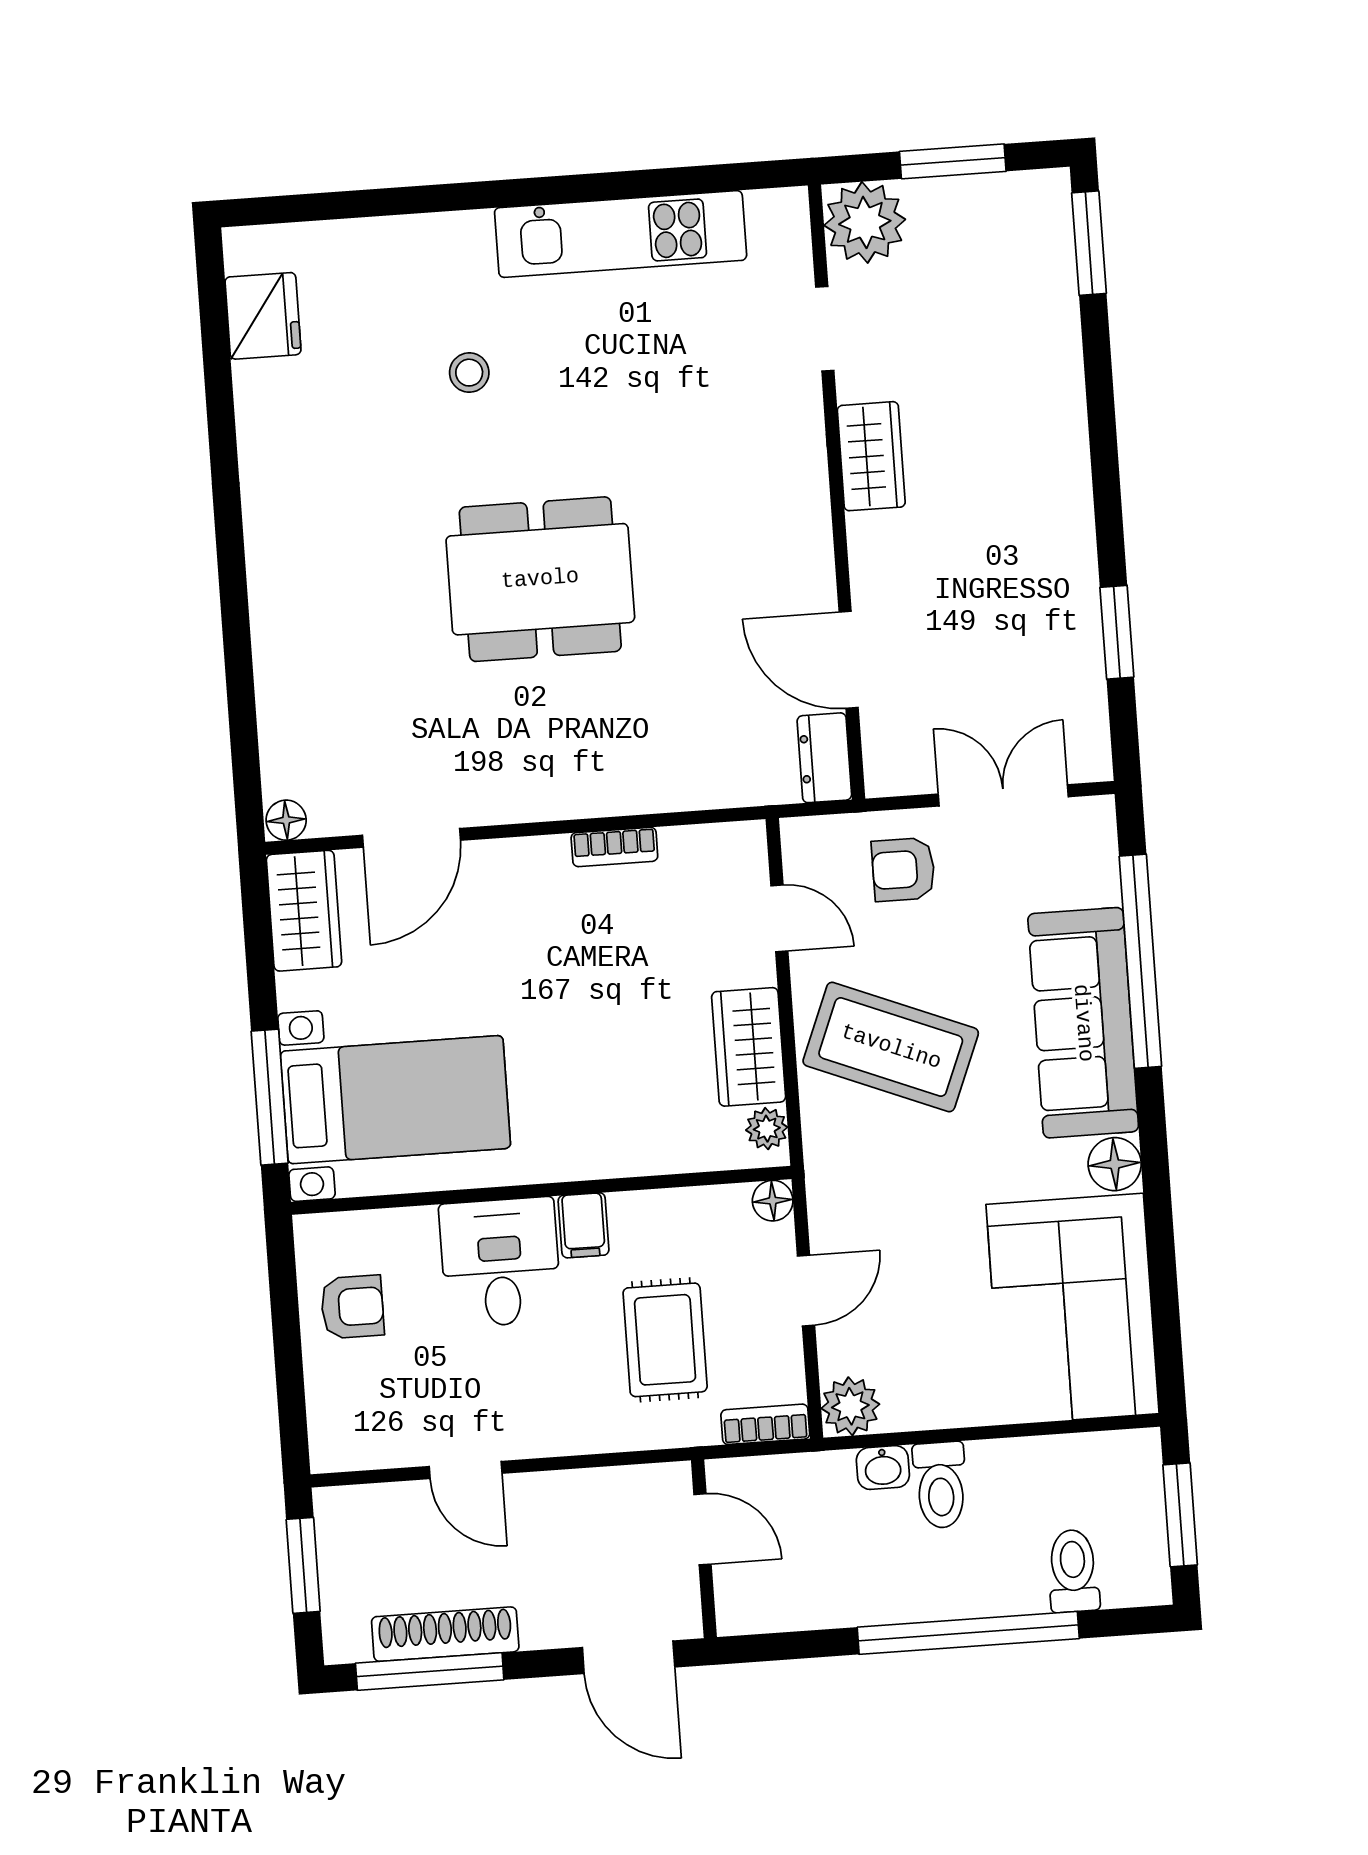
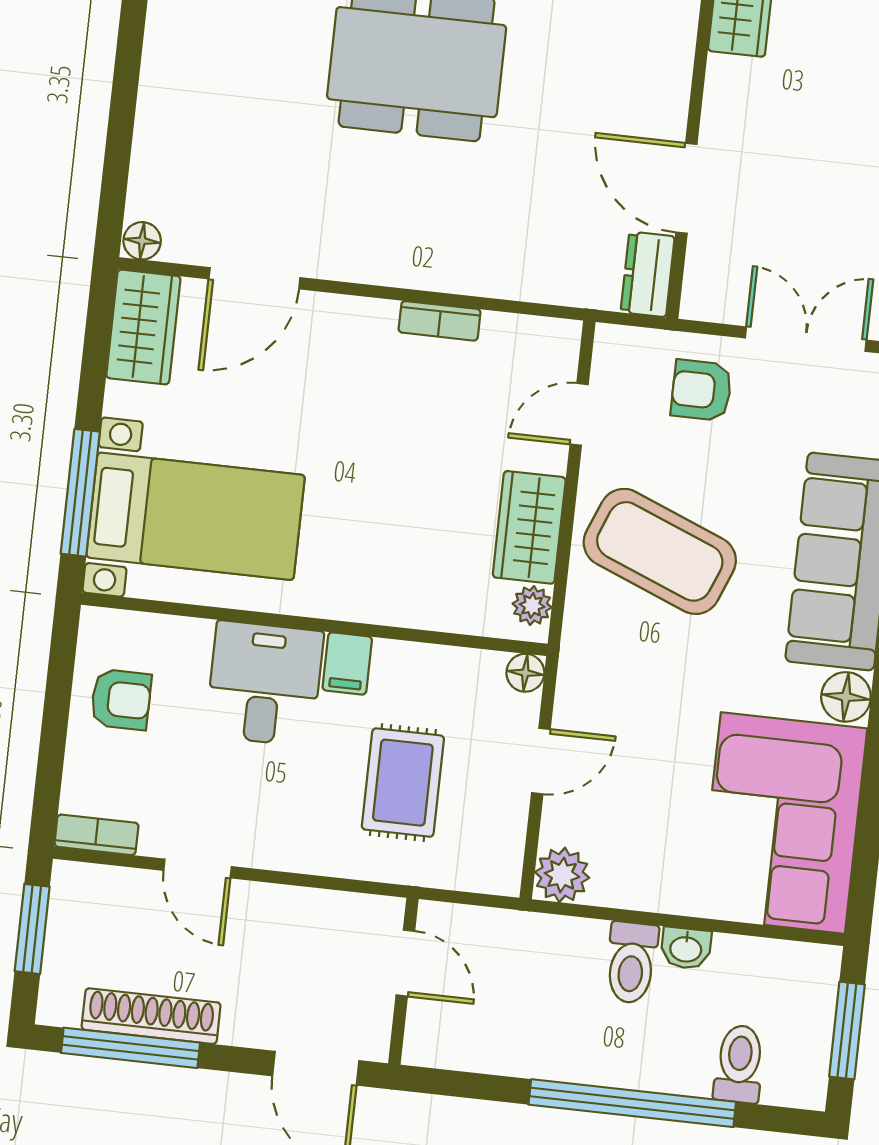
door: (779, 918) -> (579, 414), swing flipped
bookcase: (765, 1424) -> (96, 835), moved
washbasin: (883, 1468) -> (686, 948), moved

